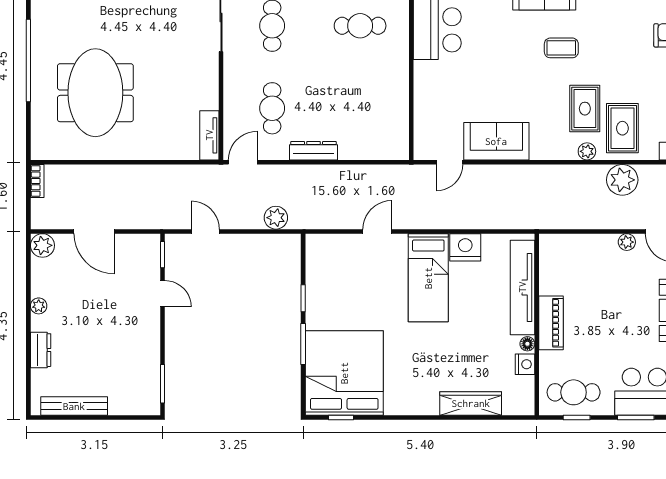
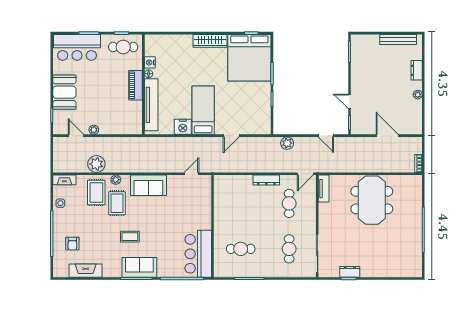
meeting table: (95, 93) -> (372, 200), moved
sofa: (496, 141) -> (148, 185), moved
plant: (42, 245) -> (416, 128), removed
wardrobe: (471, 403) -> (210, 41), moved

